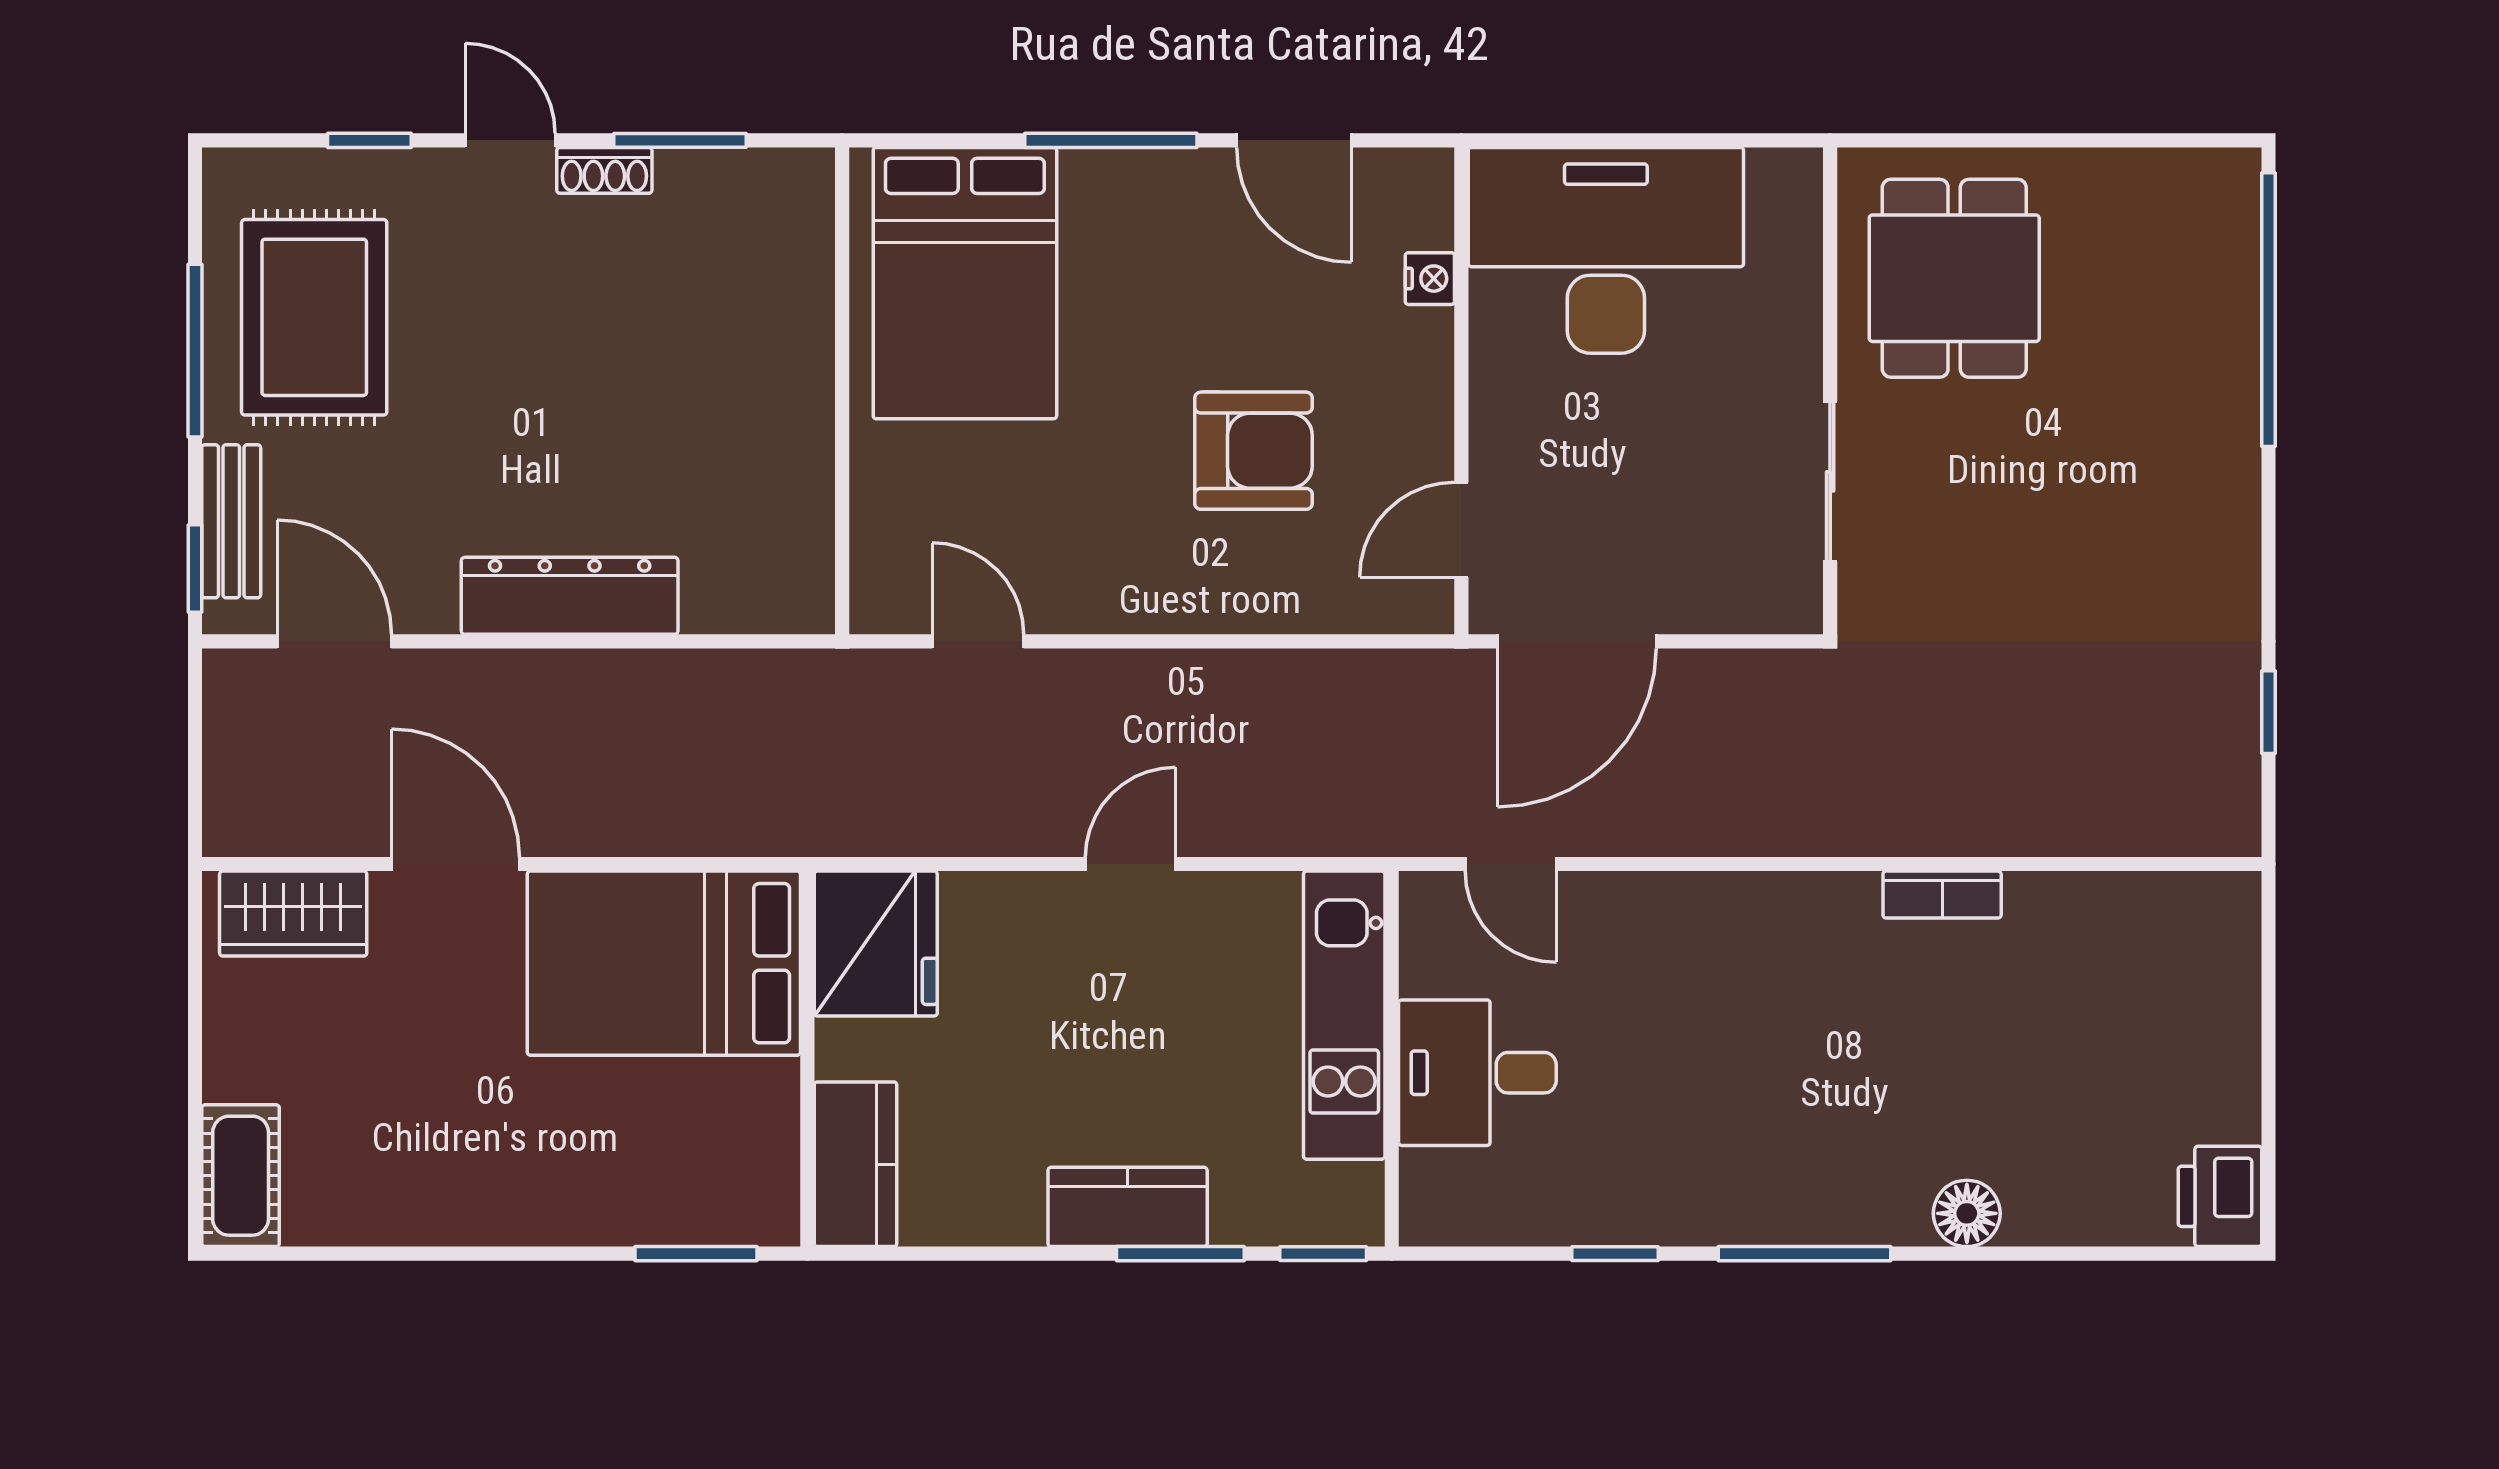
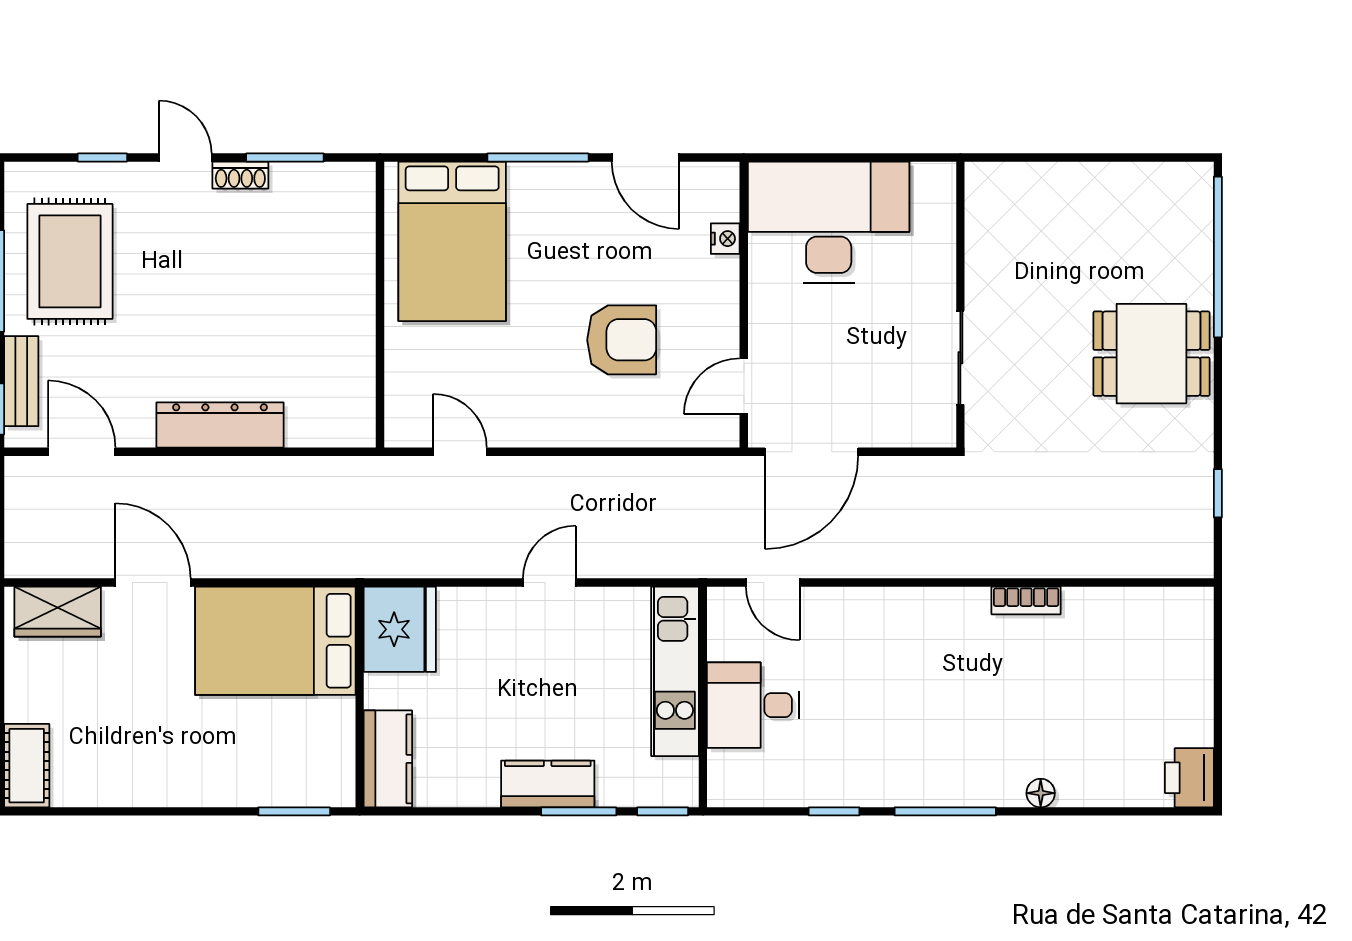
dining table: (1954, 278) -> (1151, 354), moved, turned 90
floor lamp: (1967, 1213) -> (1041, 793), width x0.73, depth x0.73

